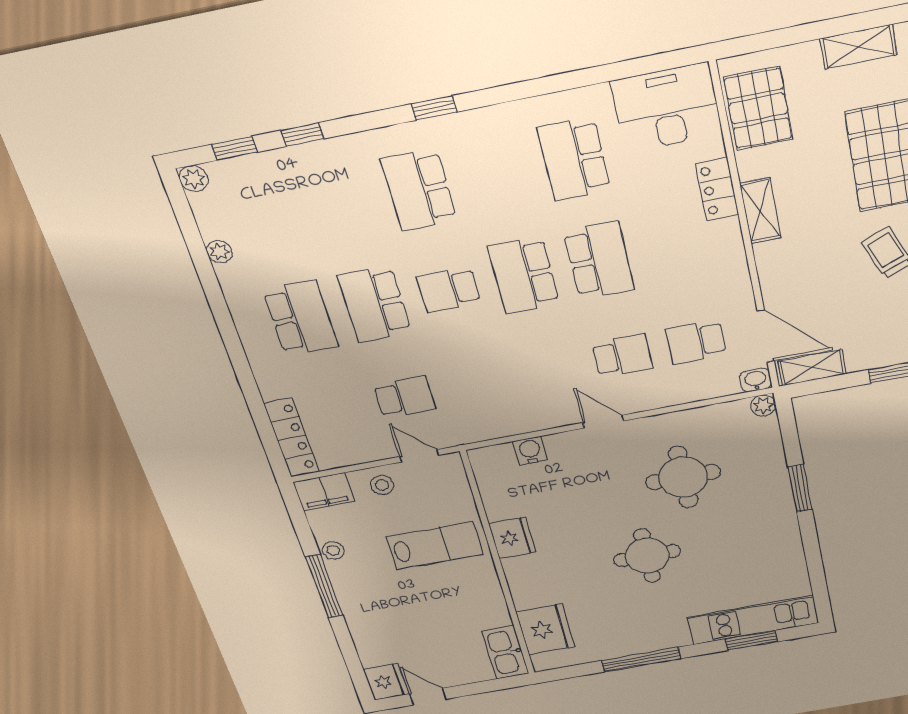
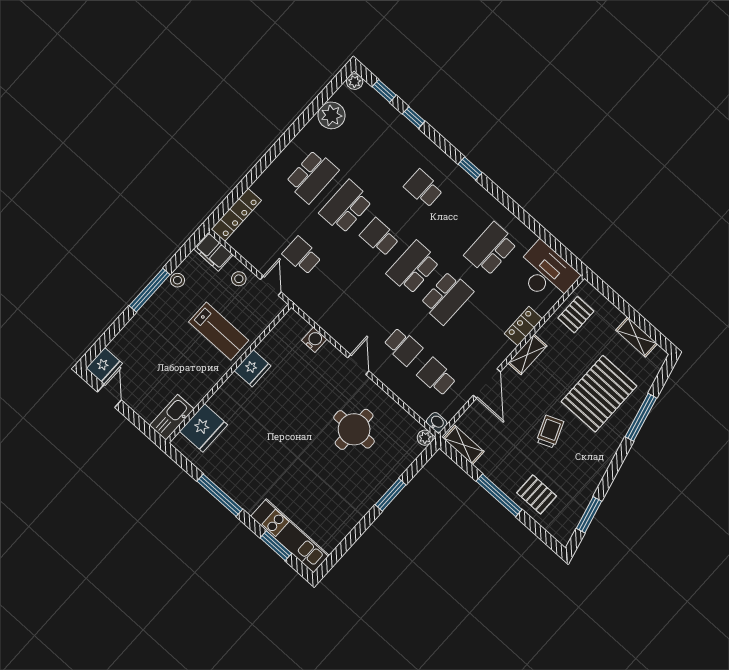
pallet: (758, 109) -> (576, 315), width x0.67, depth x0.71
school desk: (419, 190) -> (423, 188), width x0.54
plant: (219, 252) -> (331, 115), width x1.88, depth x1.88
door: (766, 336) -> (487, 384), moved
school desk: (405, 397) -> (302, 256), turned 180
round table: (647, 556) -> (292, 447), removed

